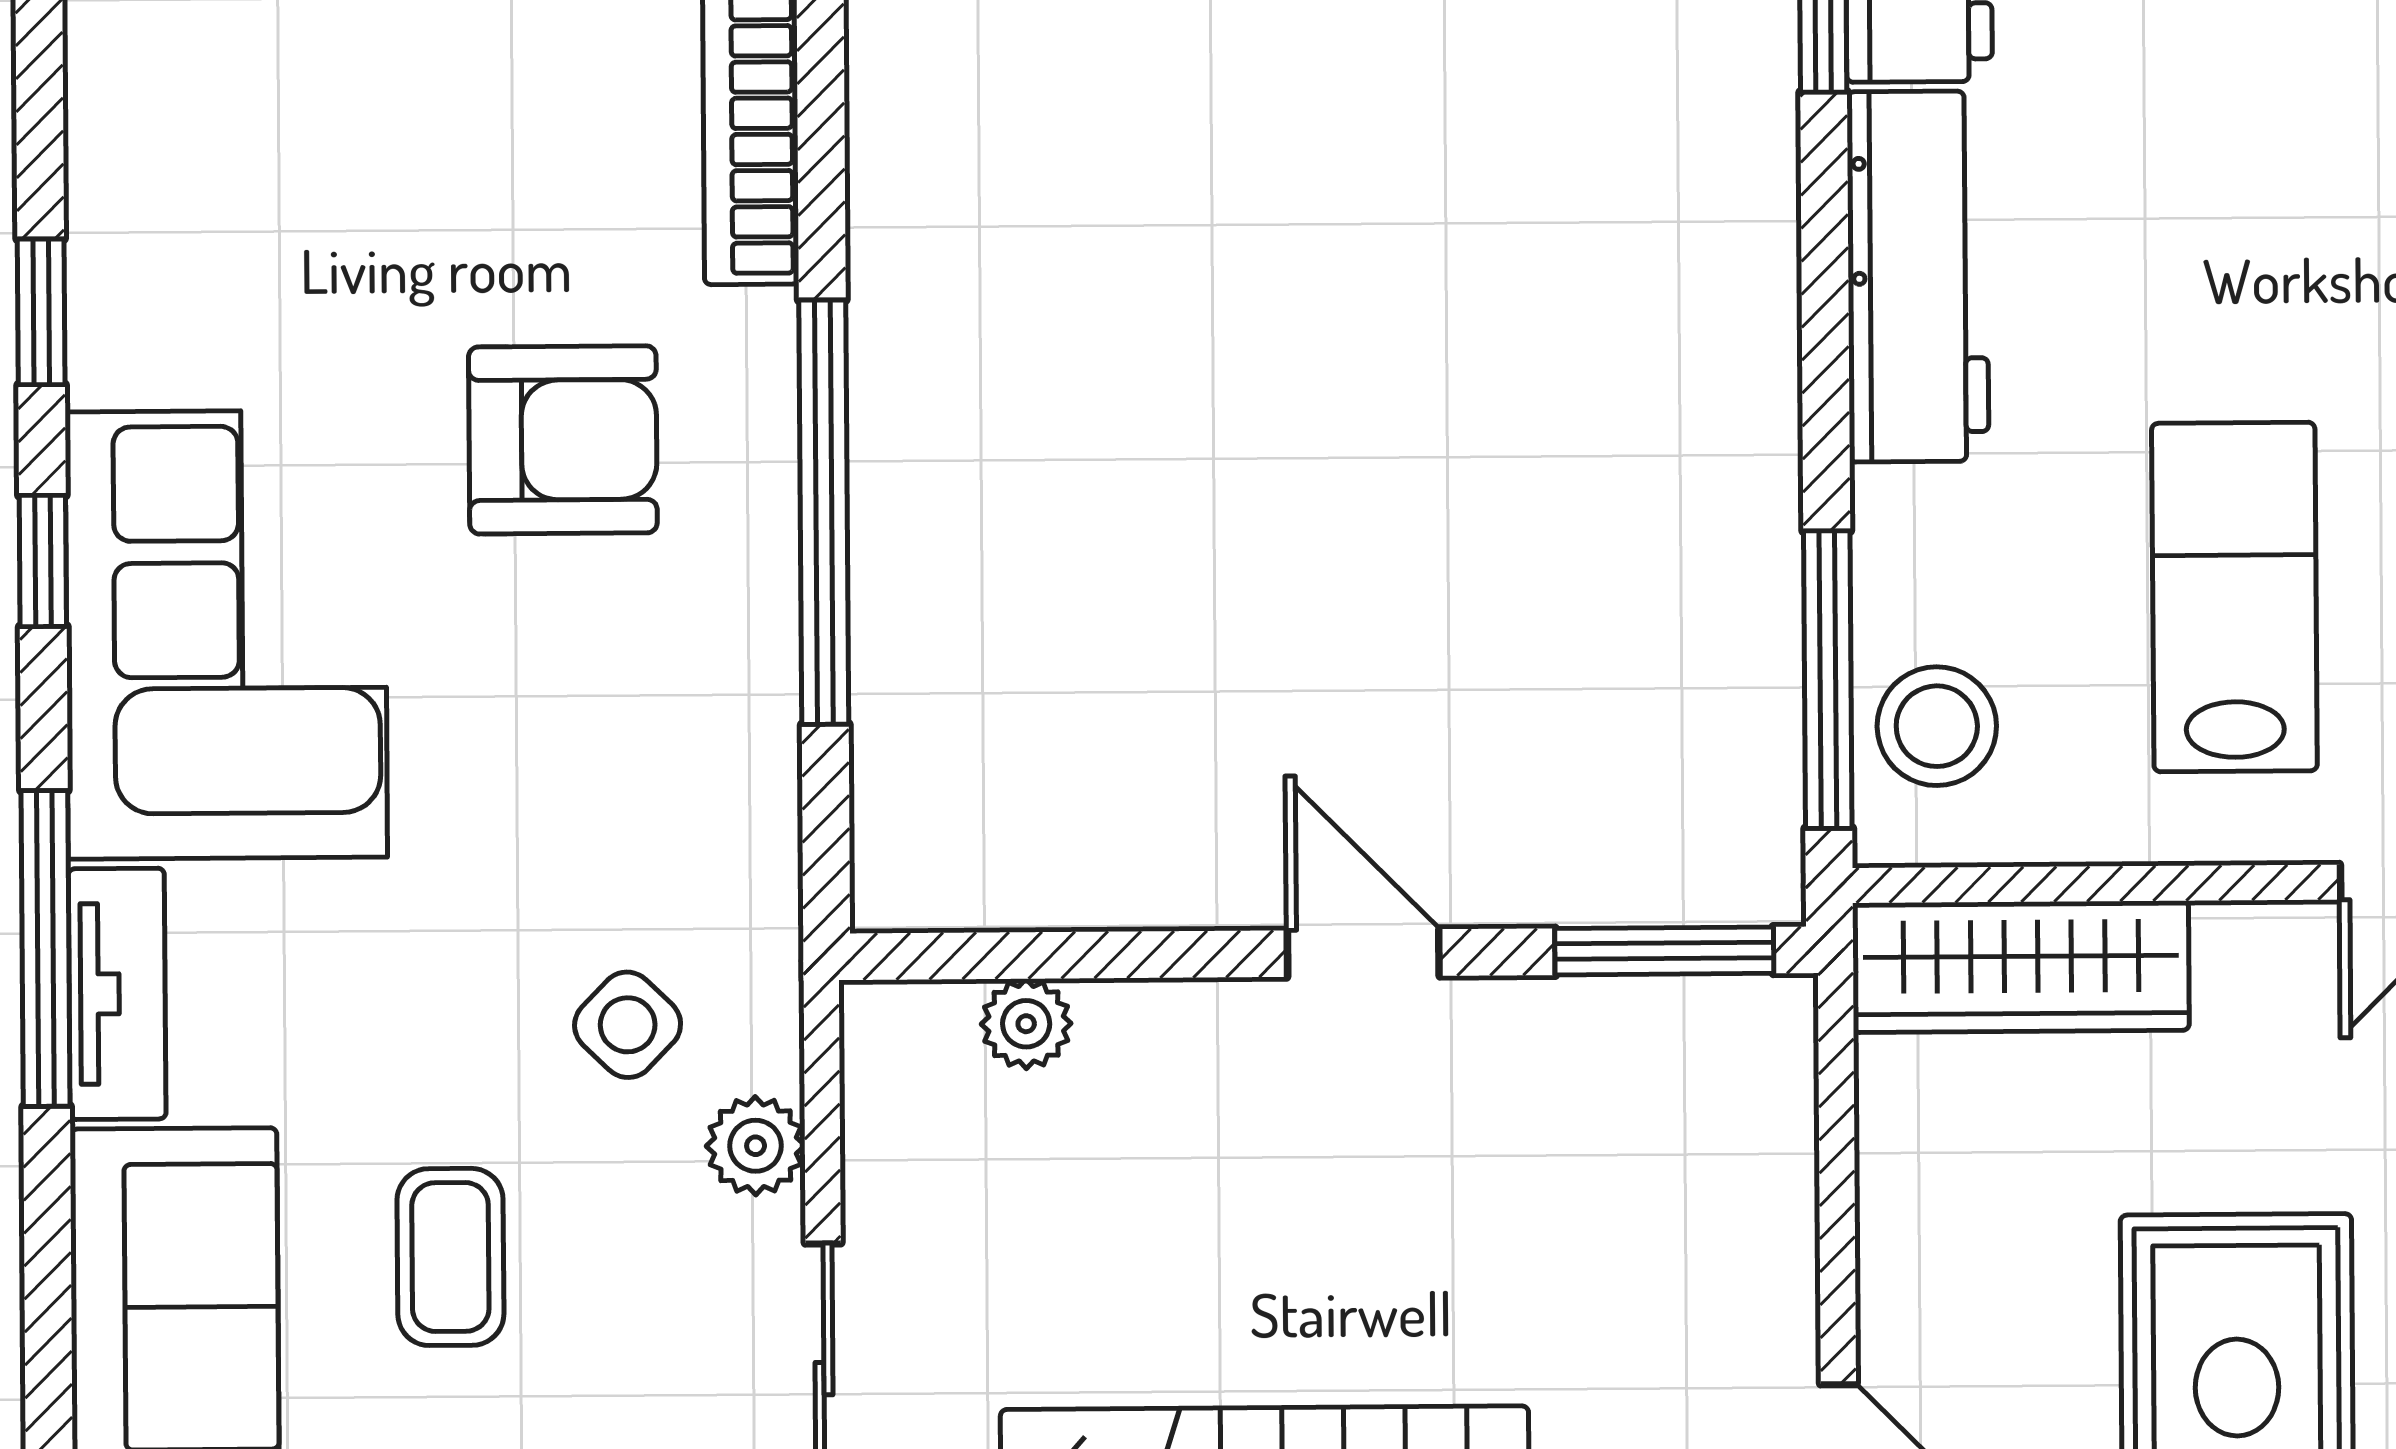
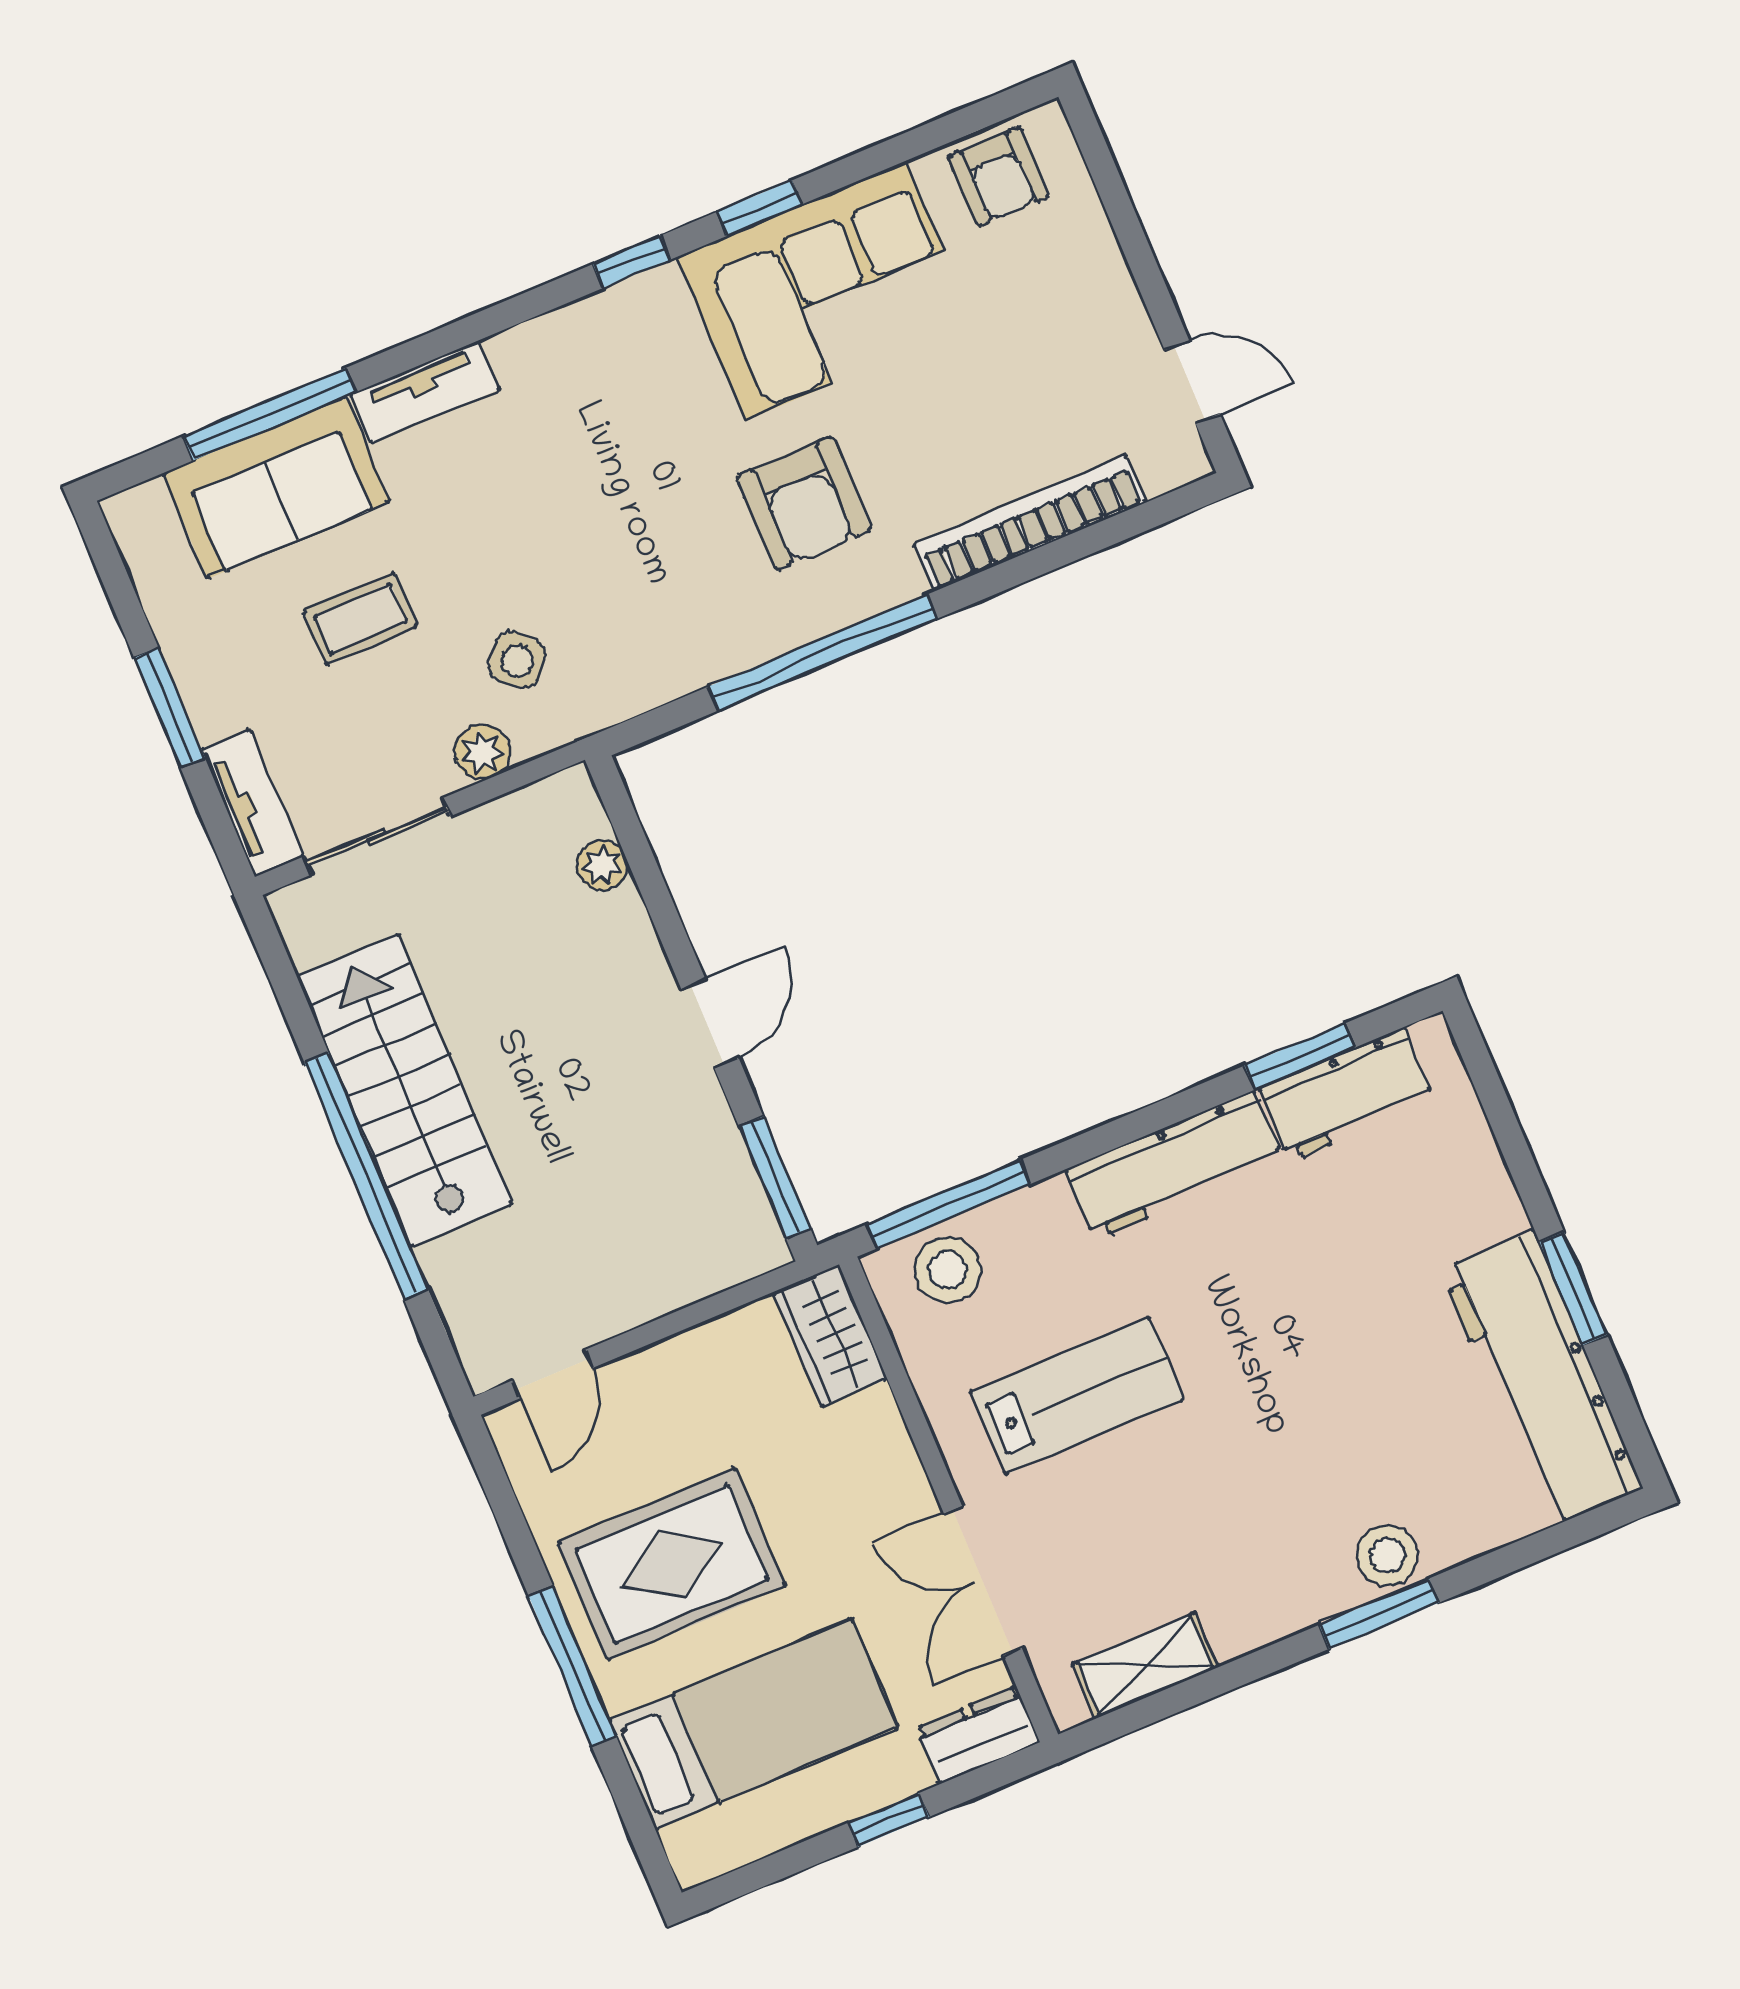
corner sofa: (226, 634) -> (825, 291), moved
window: (46, 948) -> (269, 414), moved
wardrobe: (2021, 967) -> (830, 1336), width x0.67

